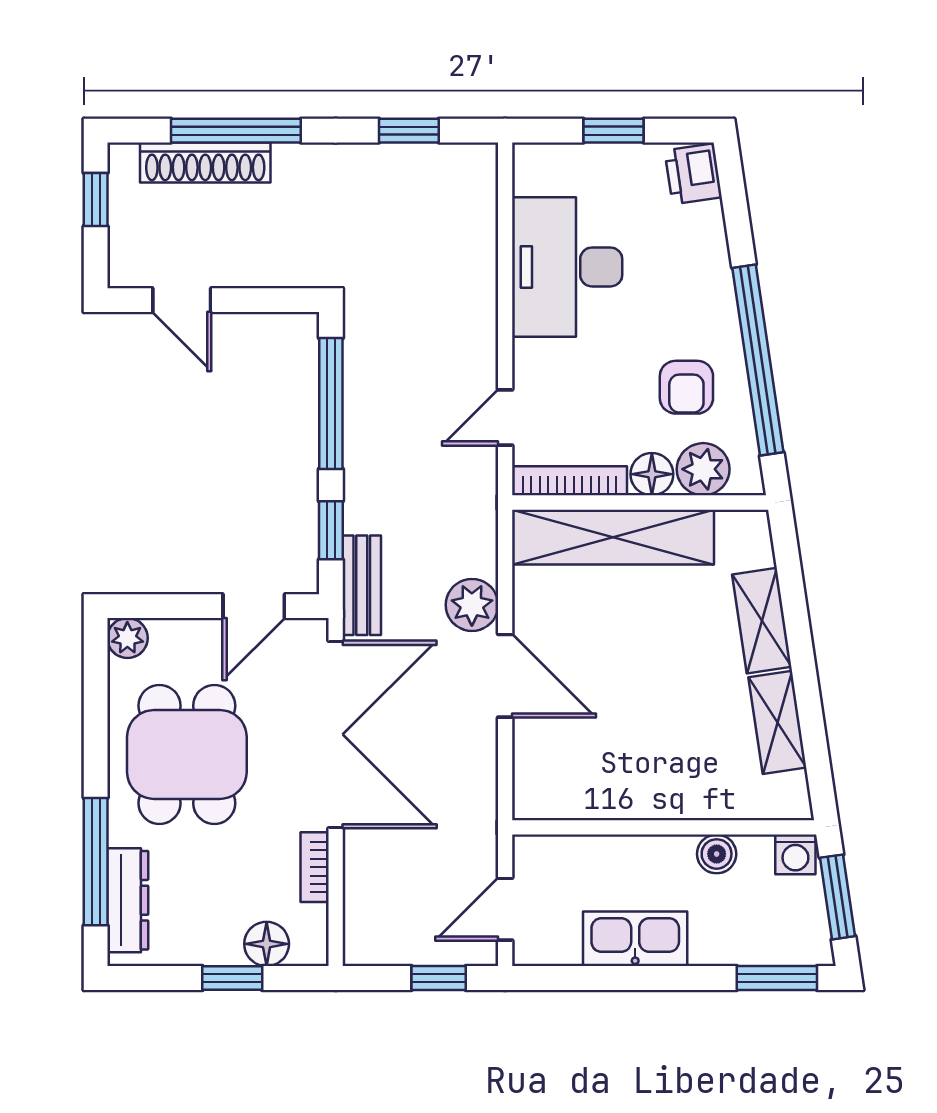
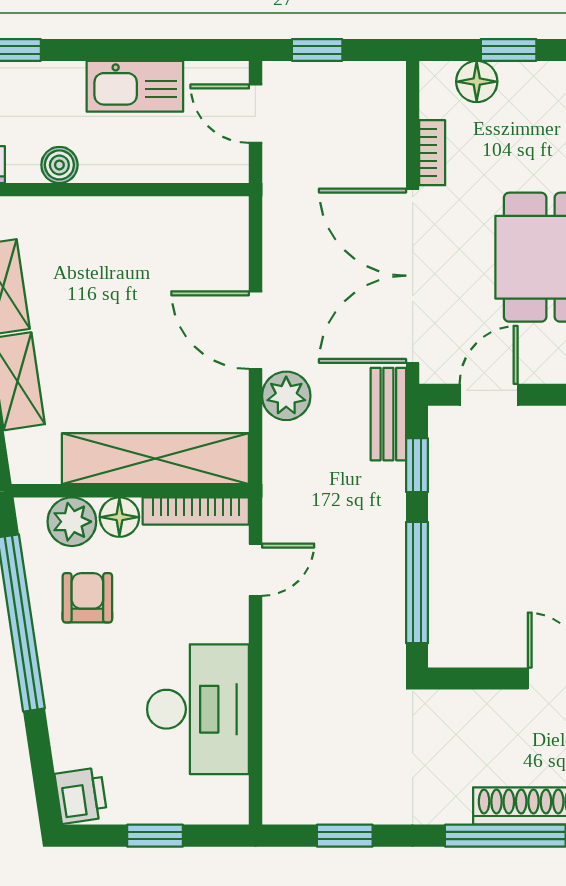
door: (505, 909) -> (255, 114), swing flipped

